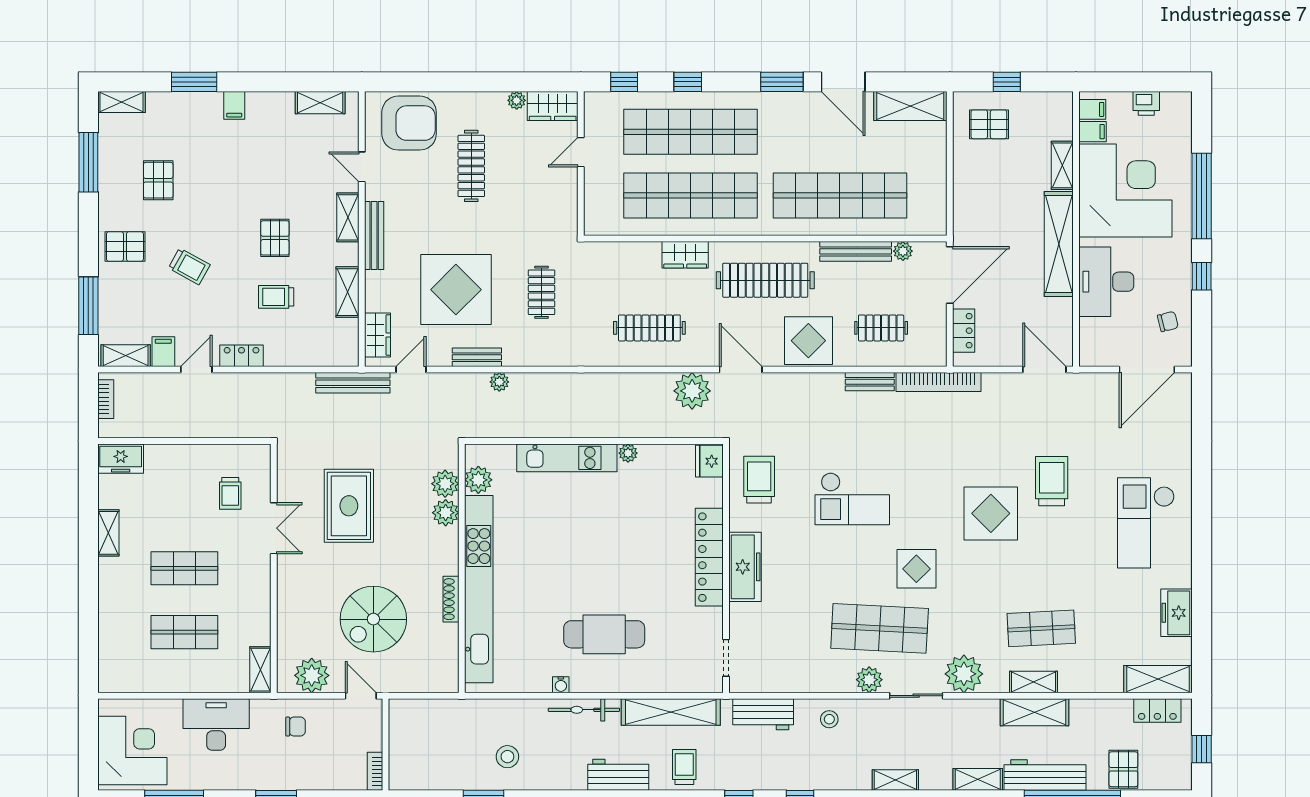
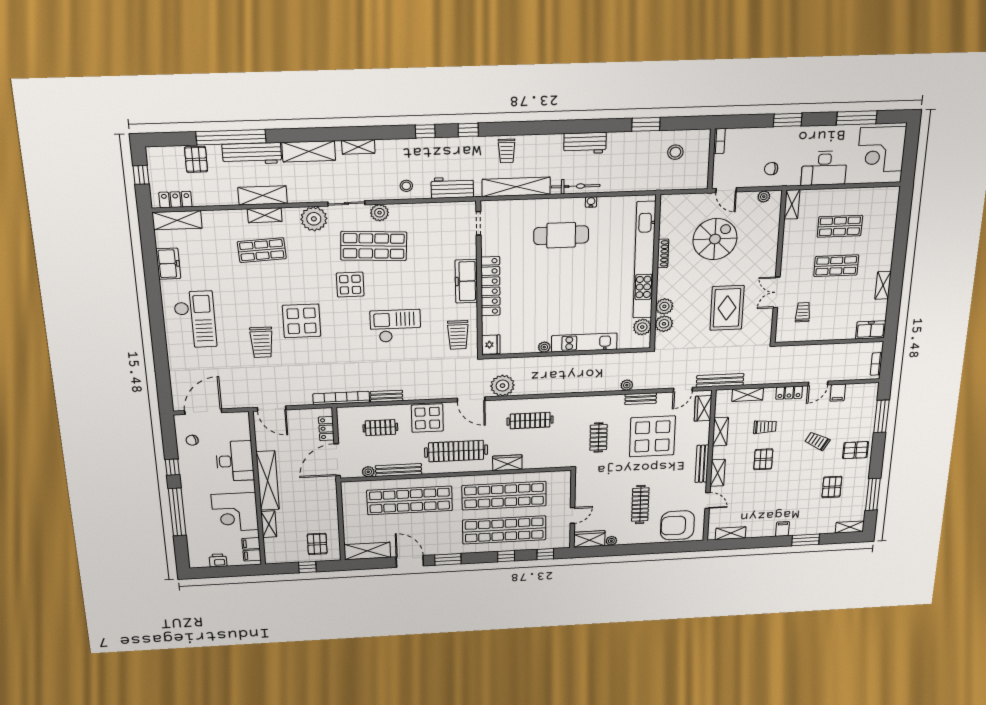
pallet: (989, 124) -> (317, 544), turned 90
corner desk: (1125, 190) -> (235, 512), width x0.74, depth x0.74
shelving: (126, 356) -> (748, 395), moved
plant: (312, 675) -> (764, 197), width x0.53, depth x0.53
stool: (507, 757) -> (675, 152), moved
workbench: (618, 775) -> (585, 143), moved
shelving: (978, 779) -> (309, 151), width x1.50, depth x1.33

